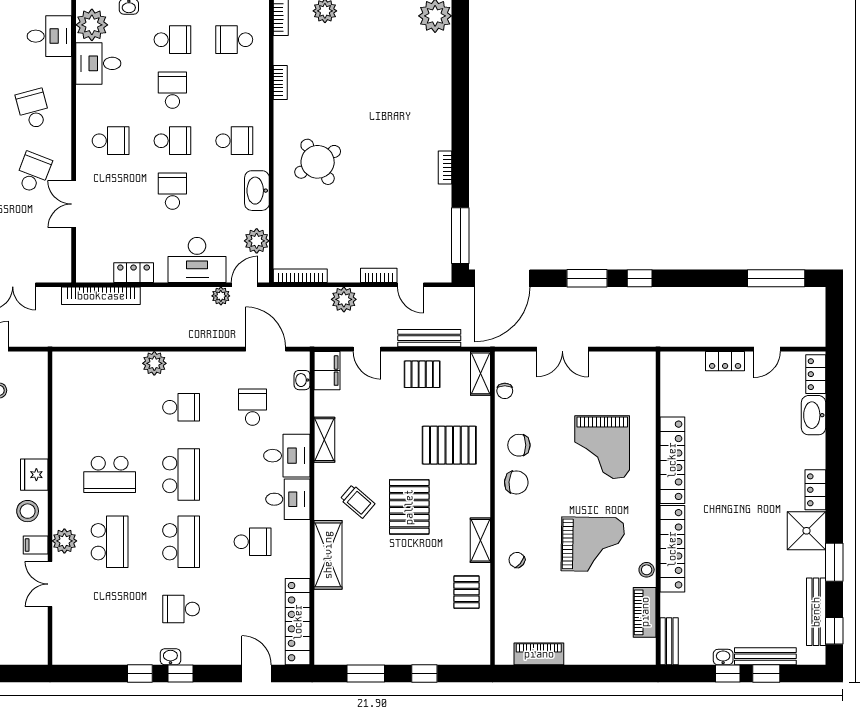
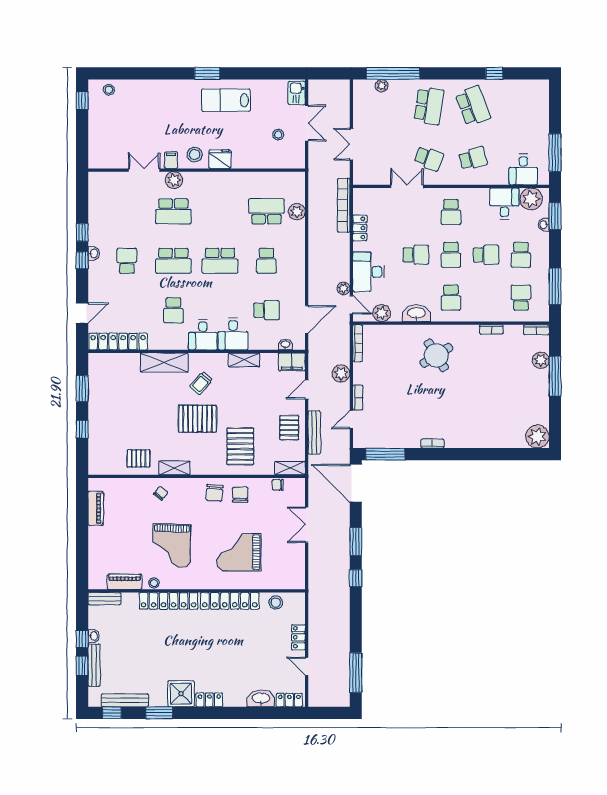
plant: (154, 363) -> (297, 212), moved
stool: (675, 394) -> (276, 602), added
school desk: (110, 474) -> (266, 211), moved, turned 90

